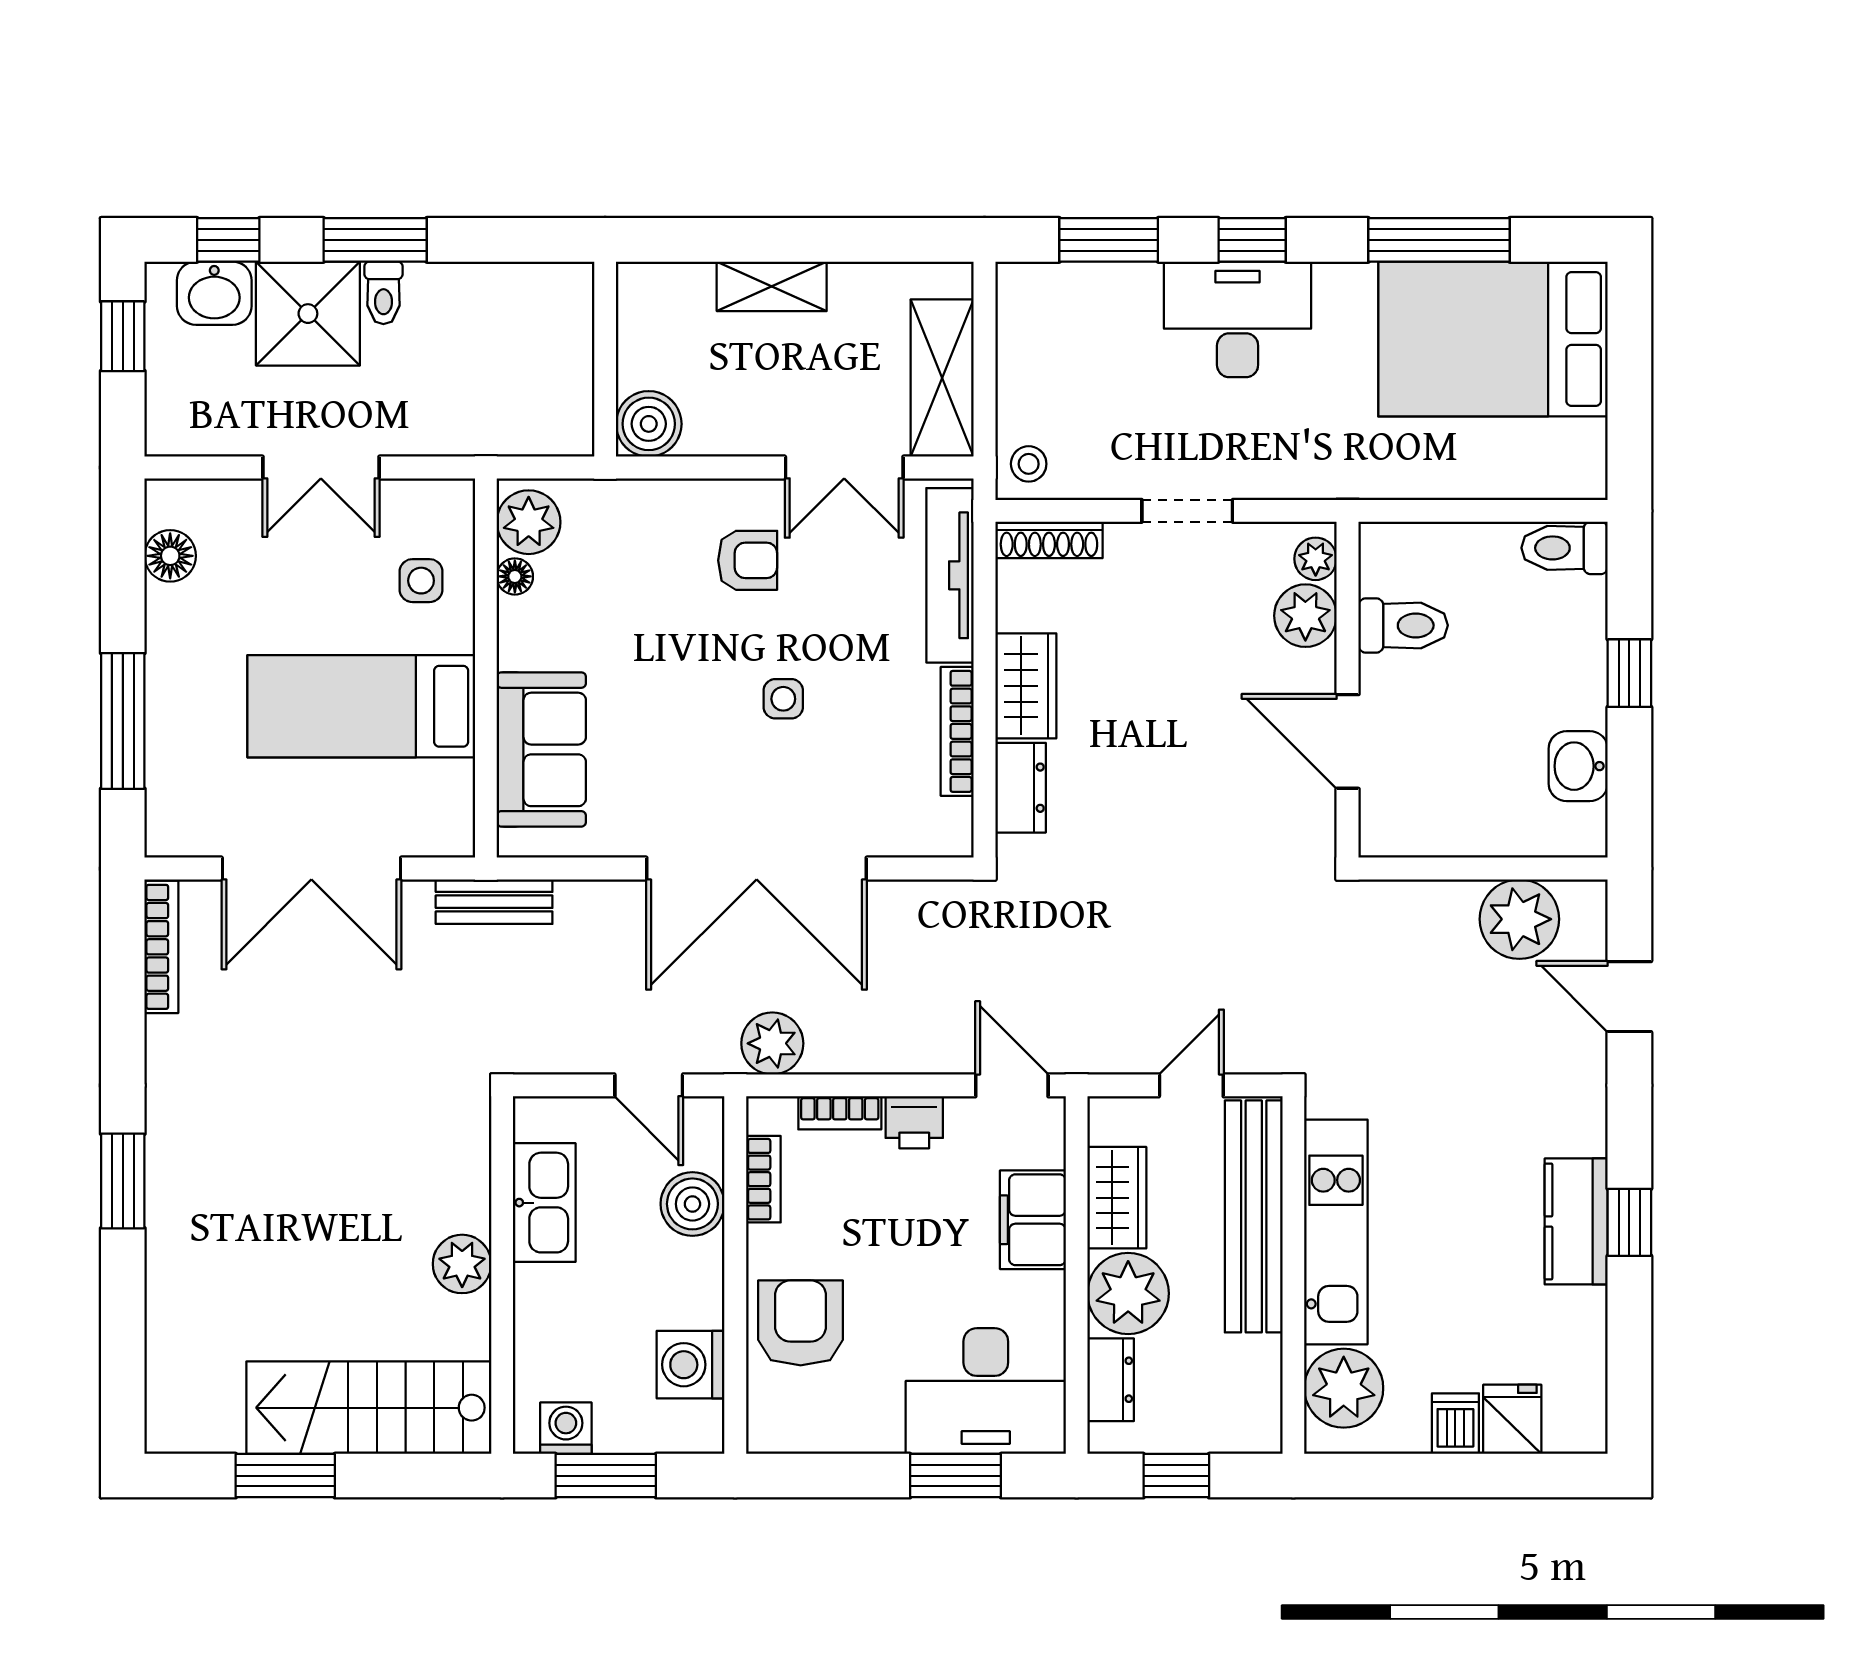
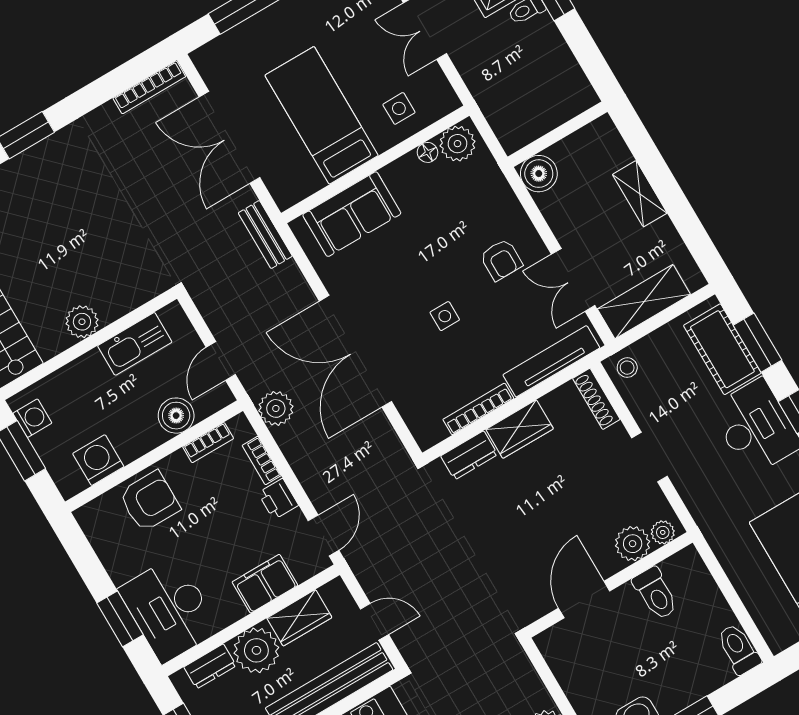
cot: (1087, 300) -> (722, 349), added

